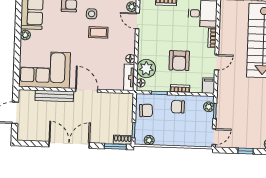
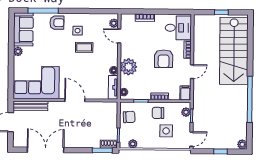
armchair: (179, 61) -> (164, 59), moved
plant: (146, 68) -> (129, 67), moved
bench: (54, 96) -> (30, 106), moved
side table: (186, 127) -> (166, 131), added
double door: (69, 145) -> (46, 150), moved

